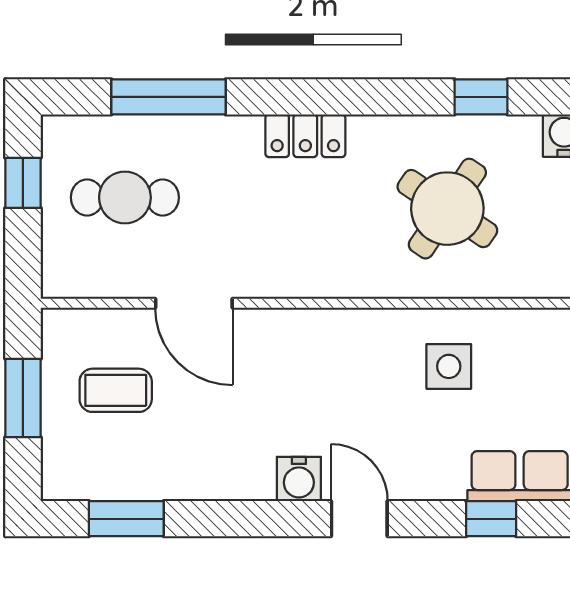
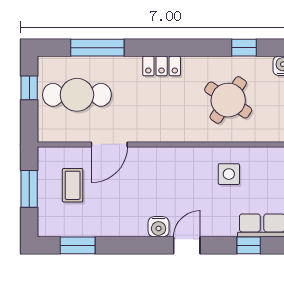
cafe table: (125, 197) -> (77, 95), width x1.37, depth x1.35
door: (194, 303) -> (109, 144), hinge flipped
coffee table: (116, 390) -> (73, 185), turned 90
door: (359, 519) -> (187, 245), hinge flipped

